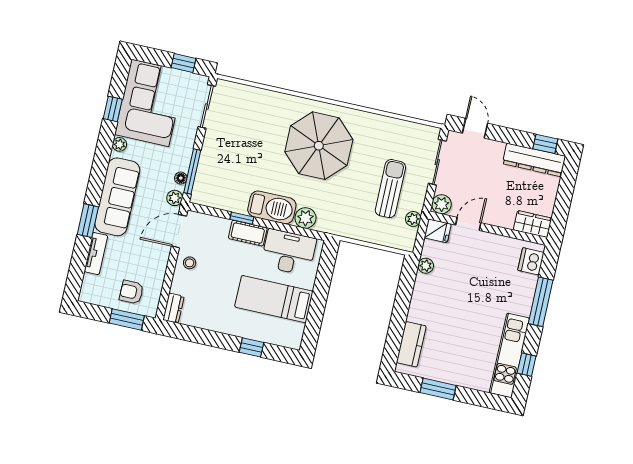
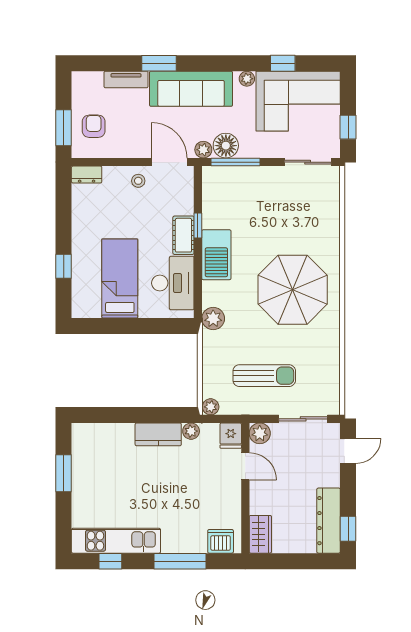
floor lamp: (181, 178) -> (226, 146), width x1.89, depth x1.89
plant: (305, 218) -> (213, 319), moved
plant: (413, 219) -> (211, 407), moved
kitchen counter: (411, 344) -> (158, 434), moved

